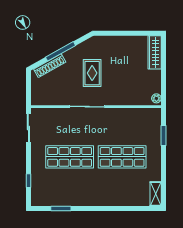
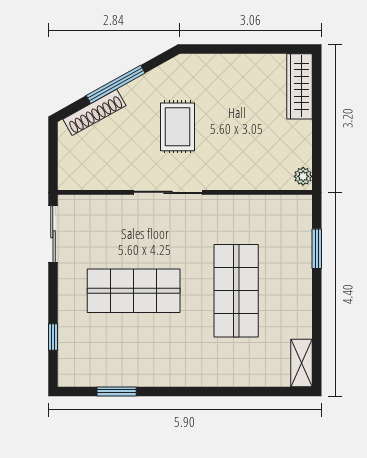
shop shelf: (122, 157) -> (236, 291), turned 90

